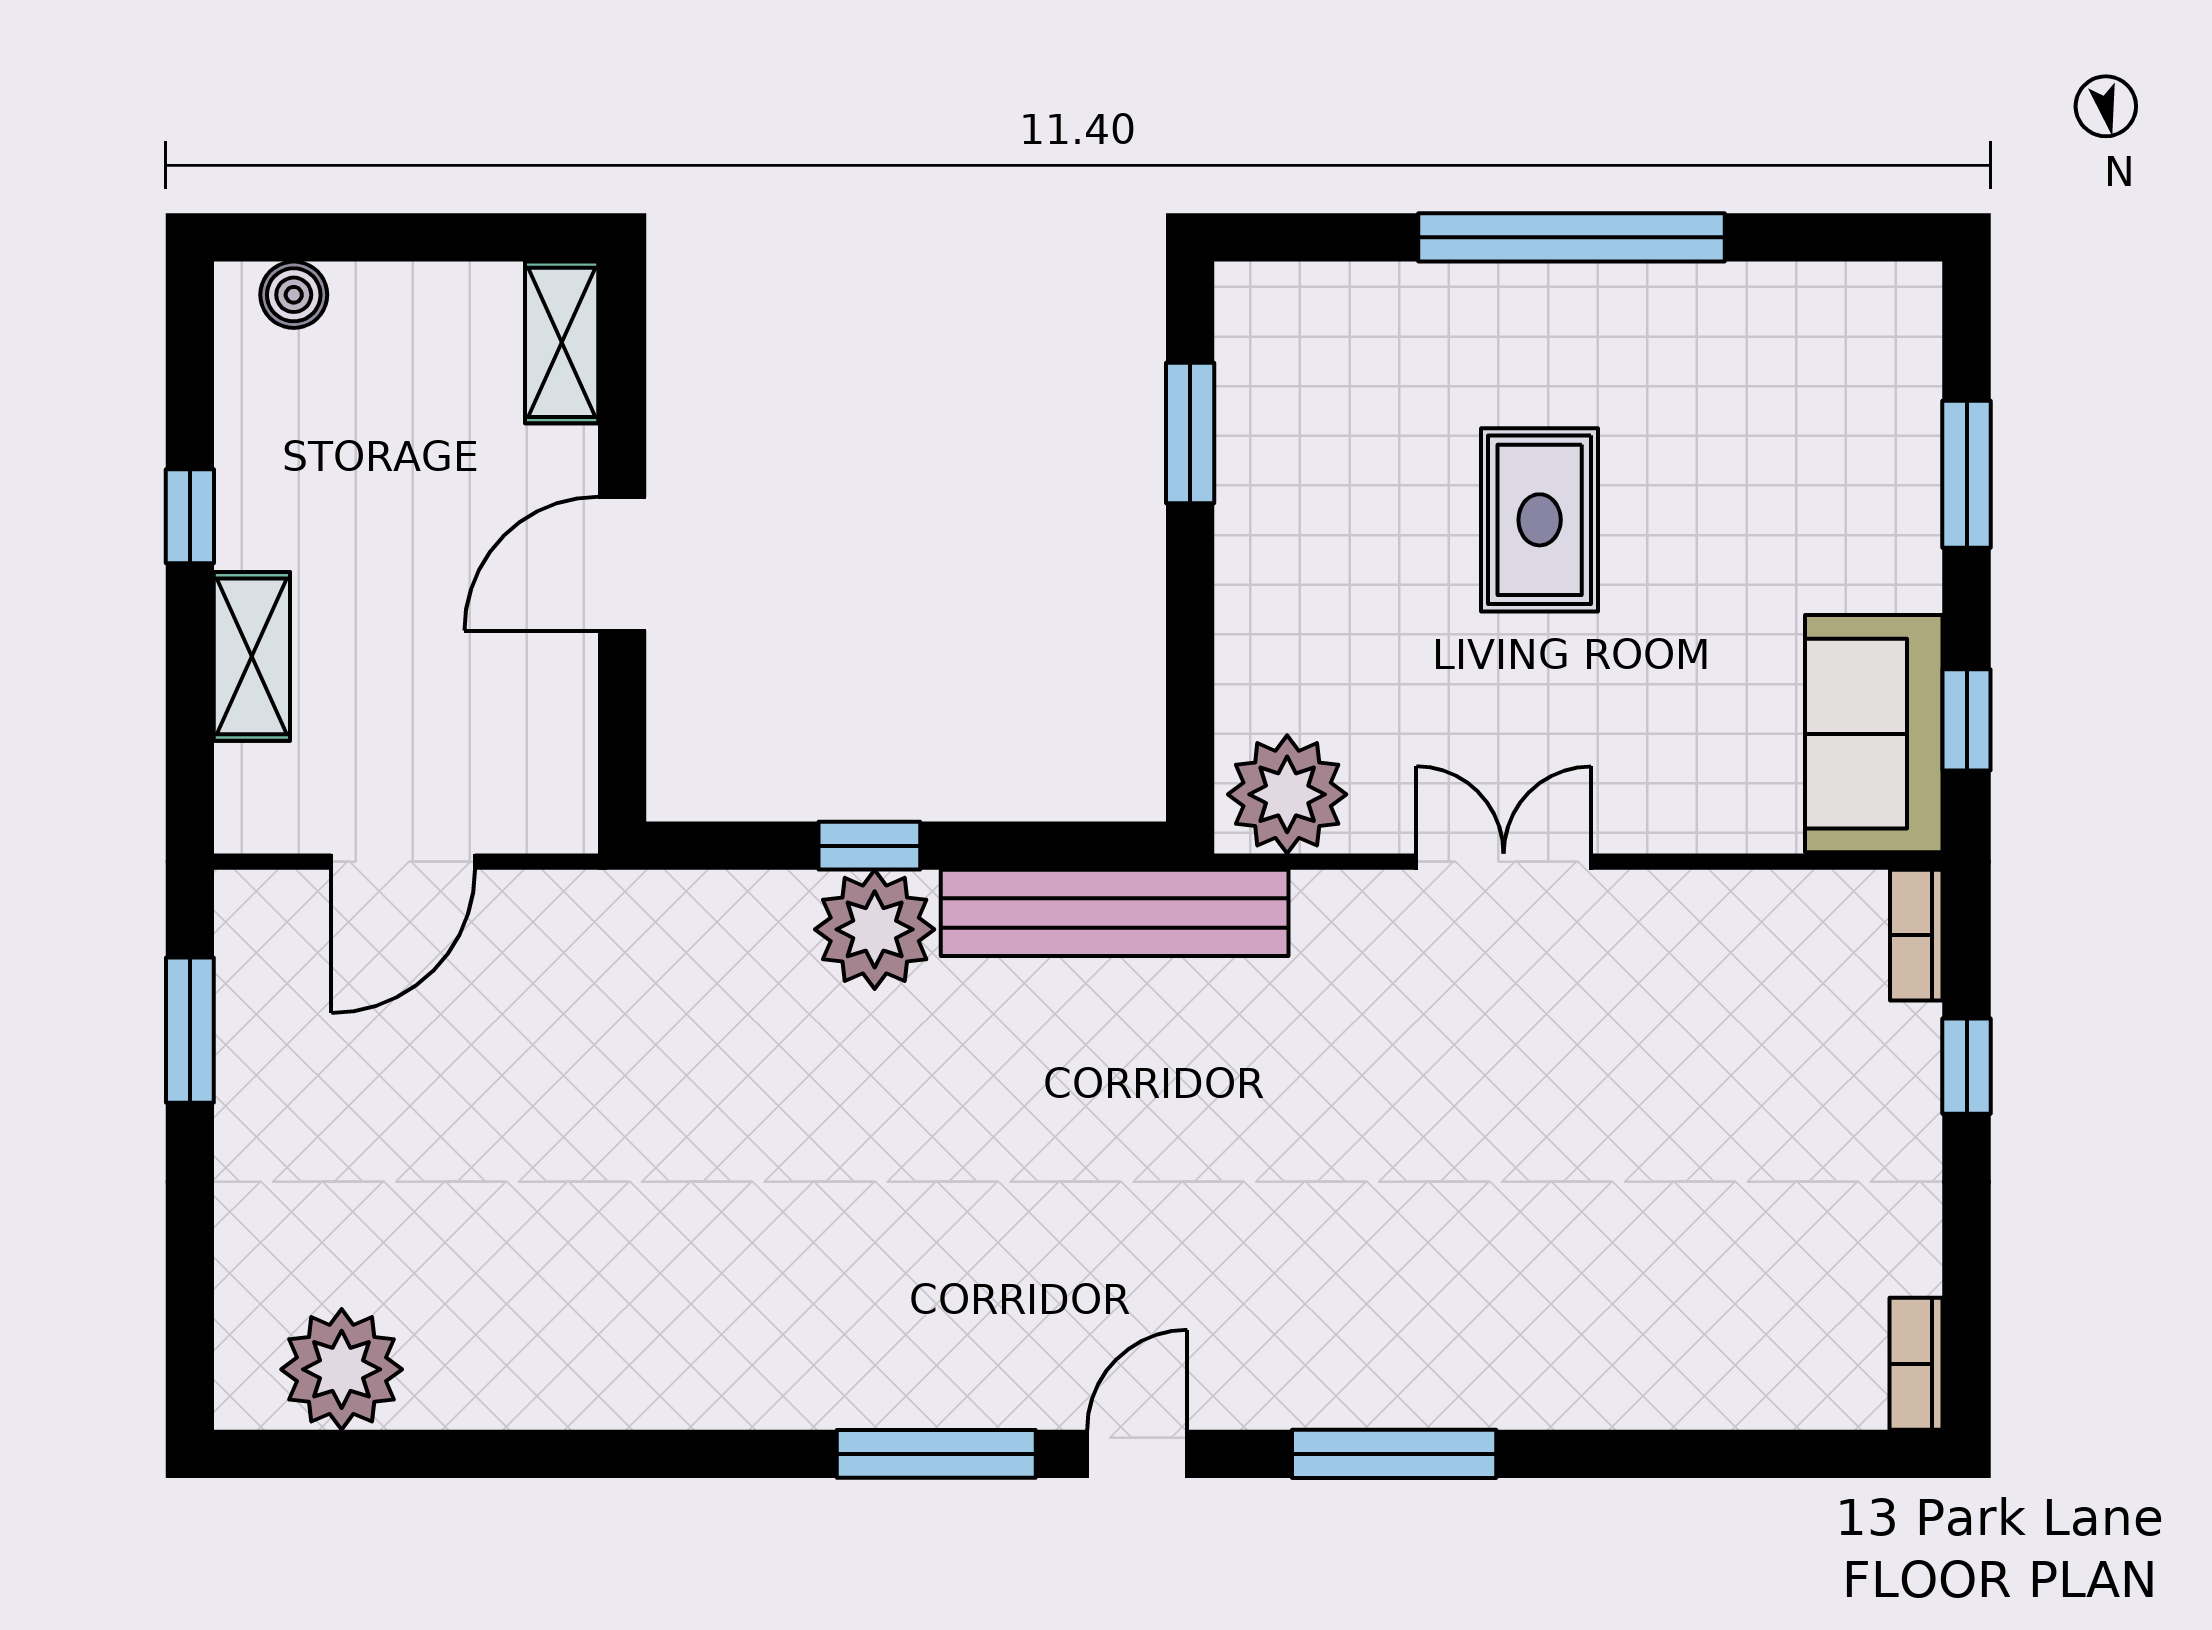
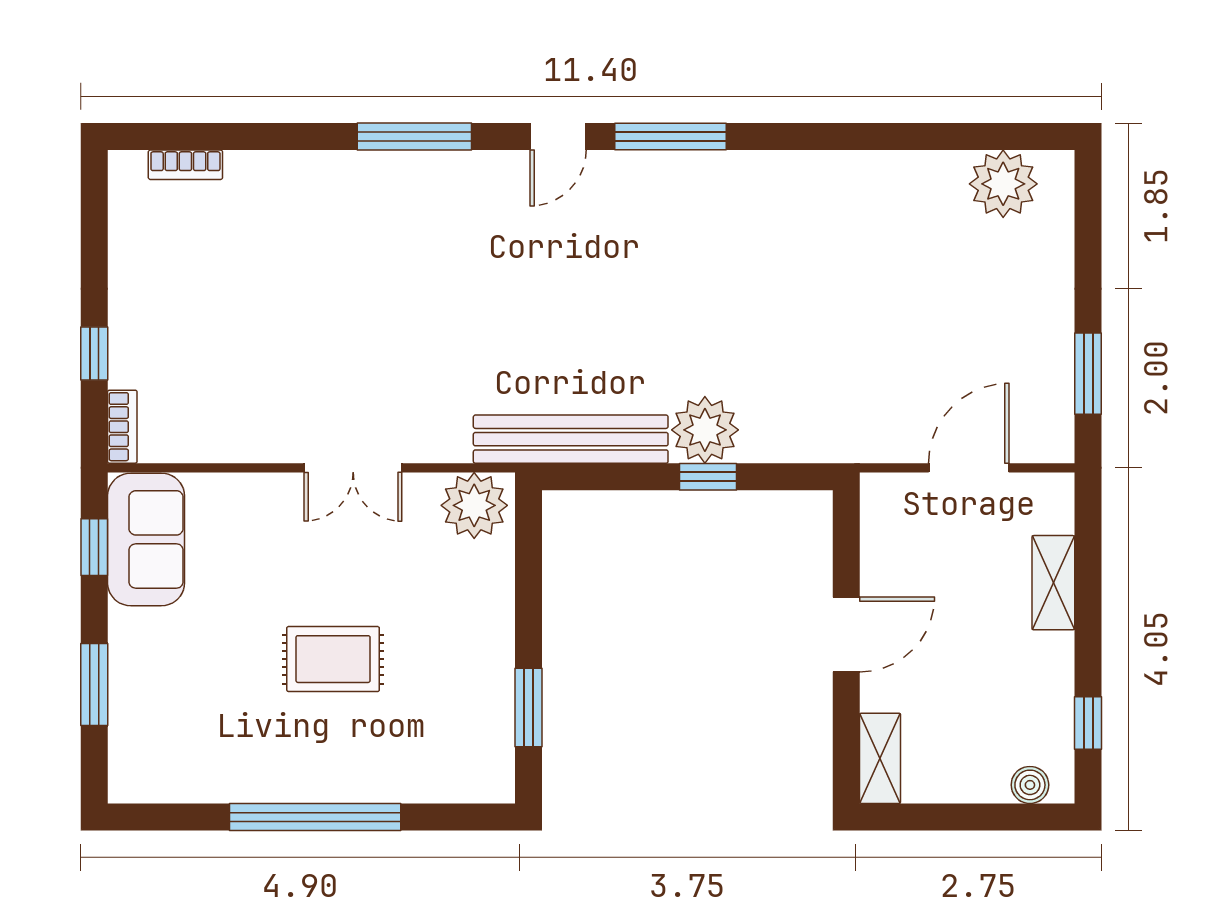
window: (190, 516) -> (1088, 723), moved
rug: (1540, 520) -> (333, 659), turned 90
bookcase: (1916, 1364) -> (185, 165), moved, turned 90

